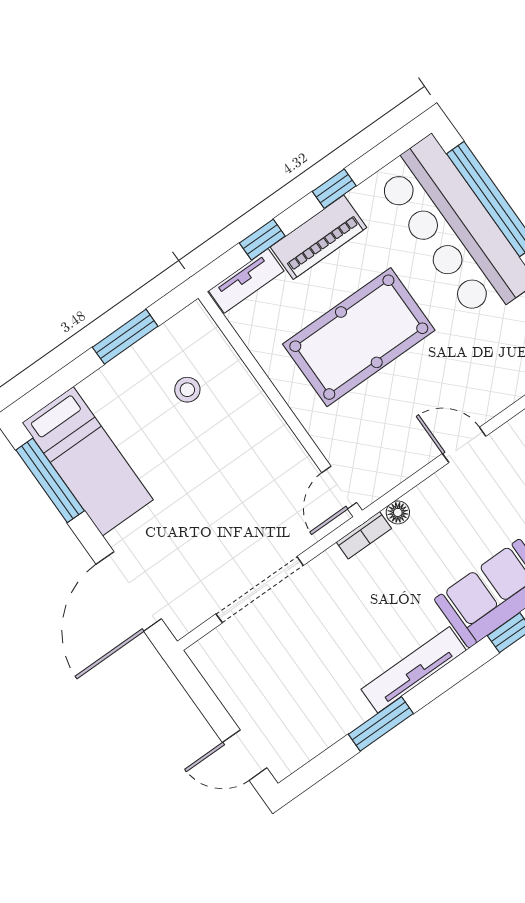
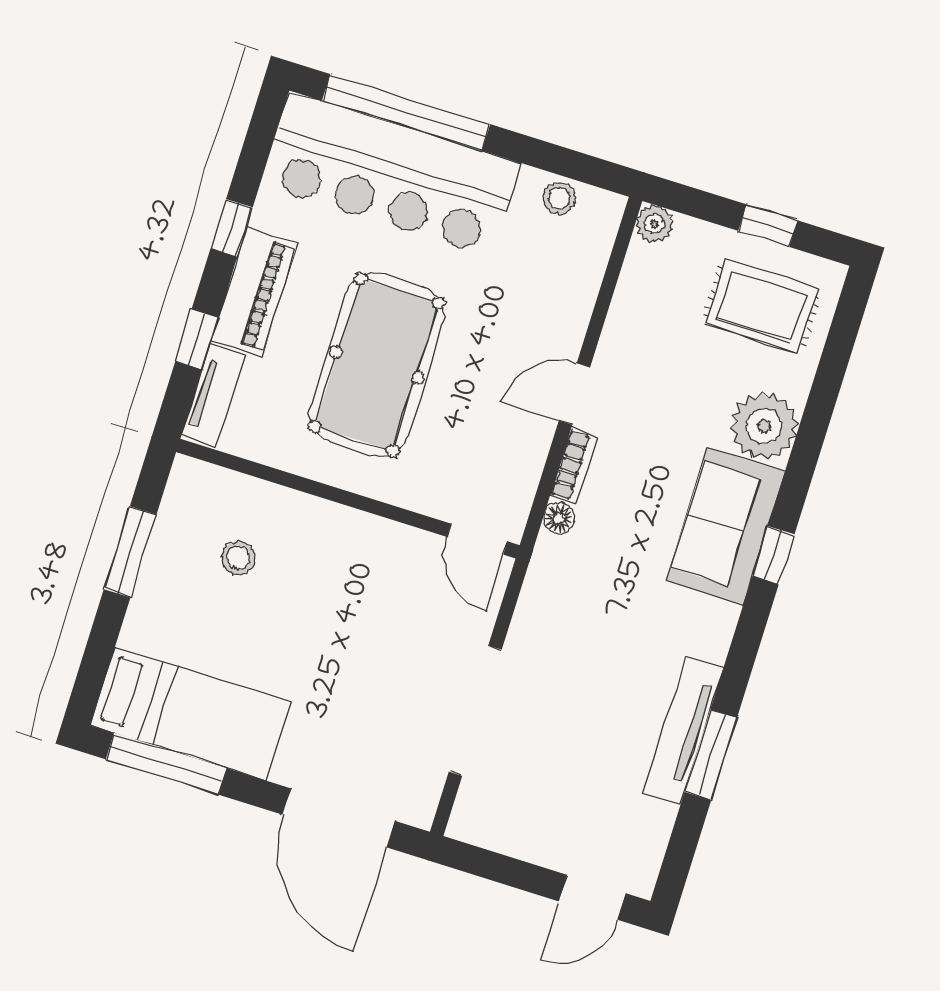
bookcase: (364, 535) -> (574, 466), moved
tv unit: (414, 670) -> (684, 730), moved

